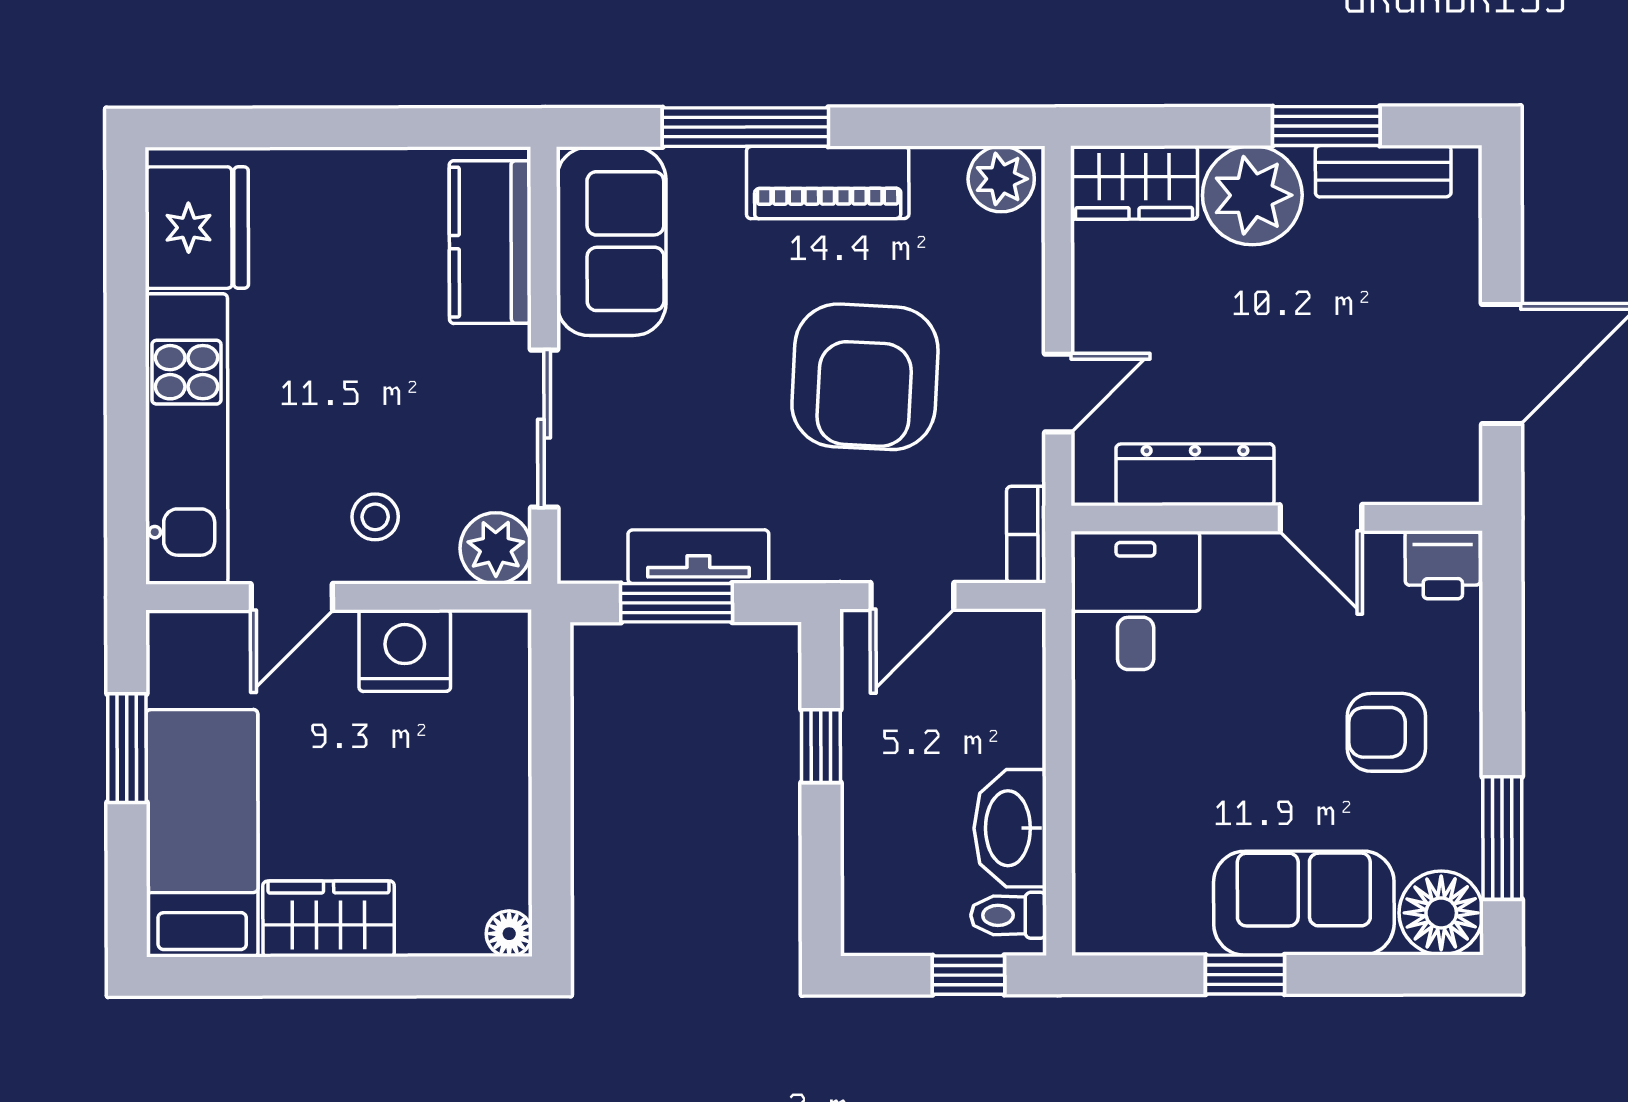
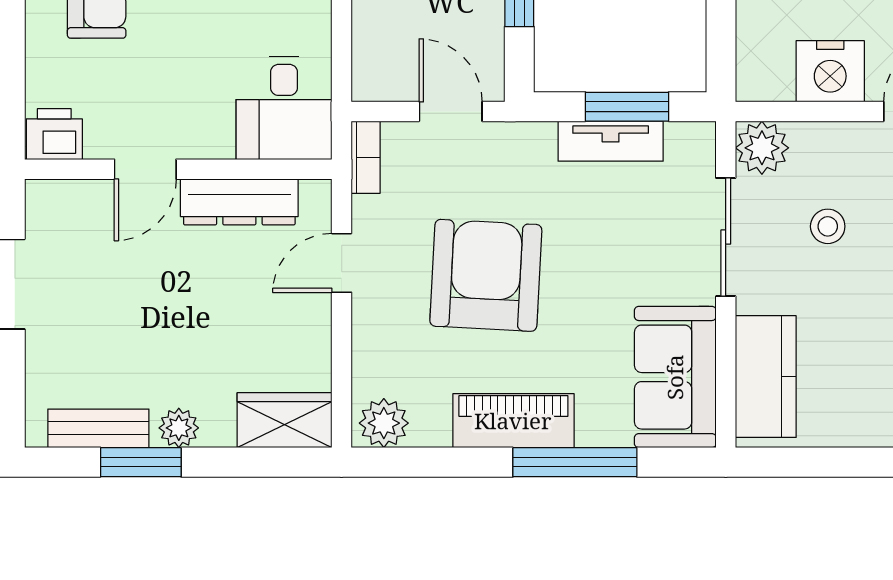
plant: (1252, 195) -> (179, 428), width x0.53, depth x0.53
stool: (375, 517) -> (828, 226), moved
door: (1321, 518) -> (145, 169), swing flipped
door: (912, 596) -> (451, 112), hinge flipped

